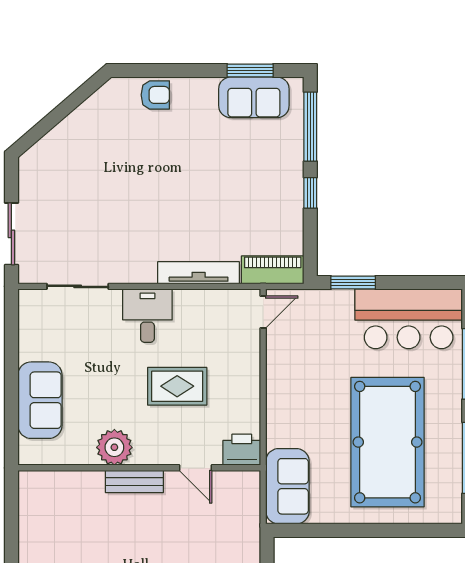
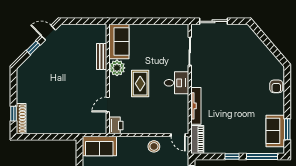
stool: (288, 366) -> (154, 146), added
rug: (177, 386) -> (140, 84), moved
sofa: (40, 400) -> (119, 41), moved, turned -90
bench: (134, 481) -> (102, 57), moved

